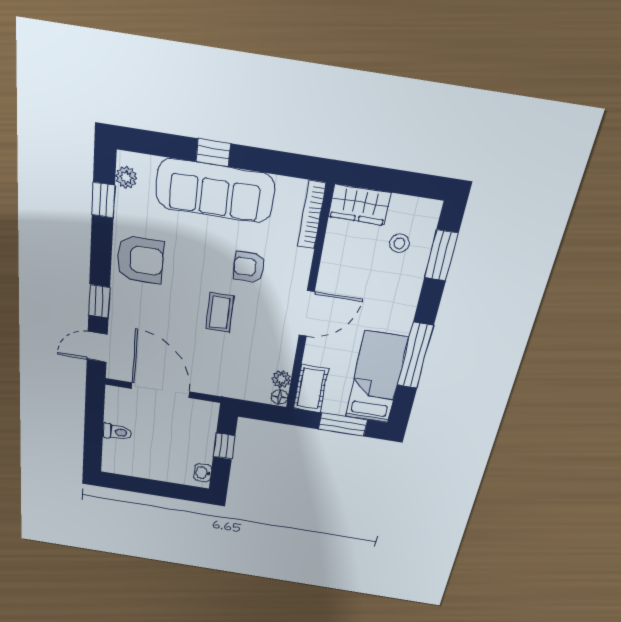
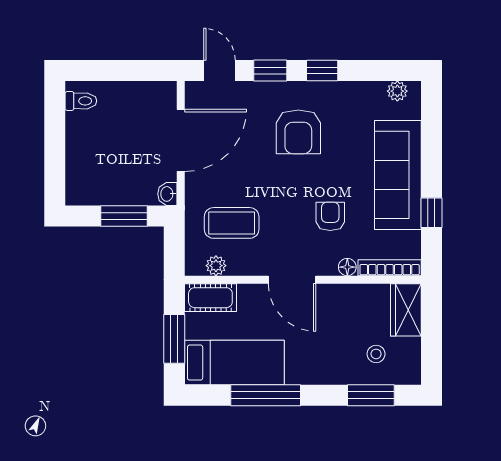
window: (213, 153) -> (431, 213), moved
window: (103, 200) -> (322, 71), moved
armchair: (140, 260) -> (298, 132), moved
coffee table: (220, 312) -> (232, 223), moved, width x1.36, depth x1.30
floor lamp: (280, 397) -> (347, 267), moved
toilet: (117, 432) -> (81, 101), moved, turned -90
window: (224, 446) -> (124, 216), width x1.50
washbasin: (203, 473) -> (167, 194), moved, turned -90

